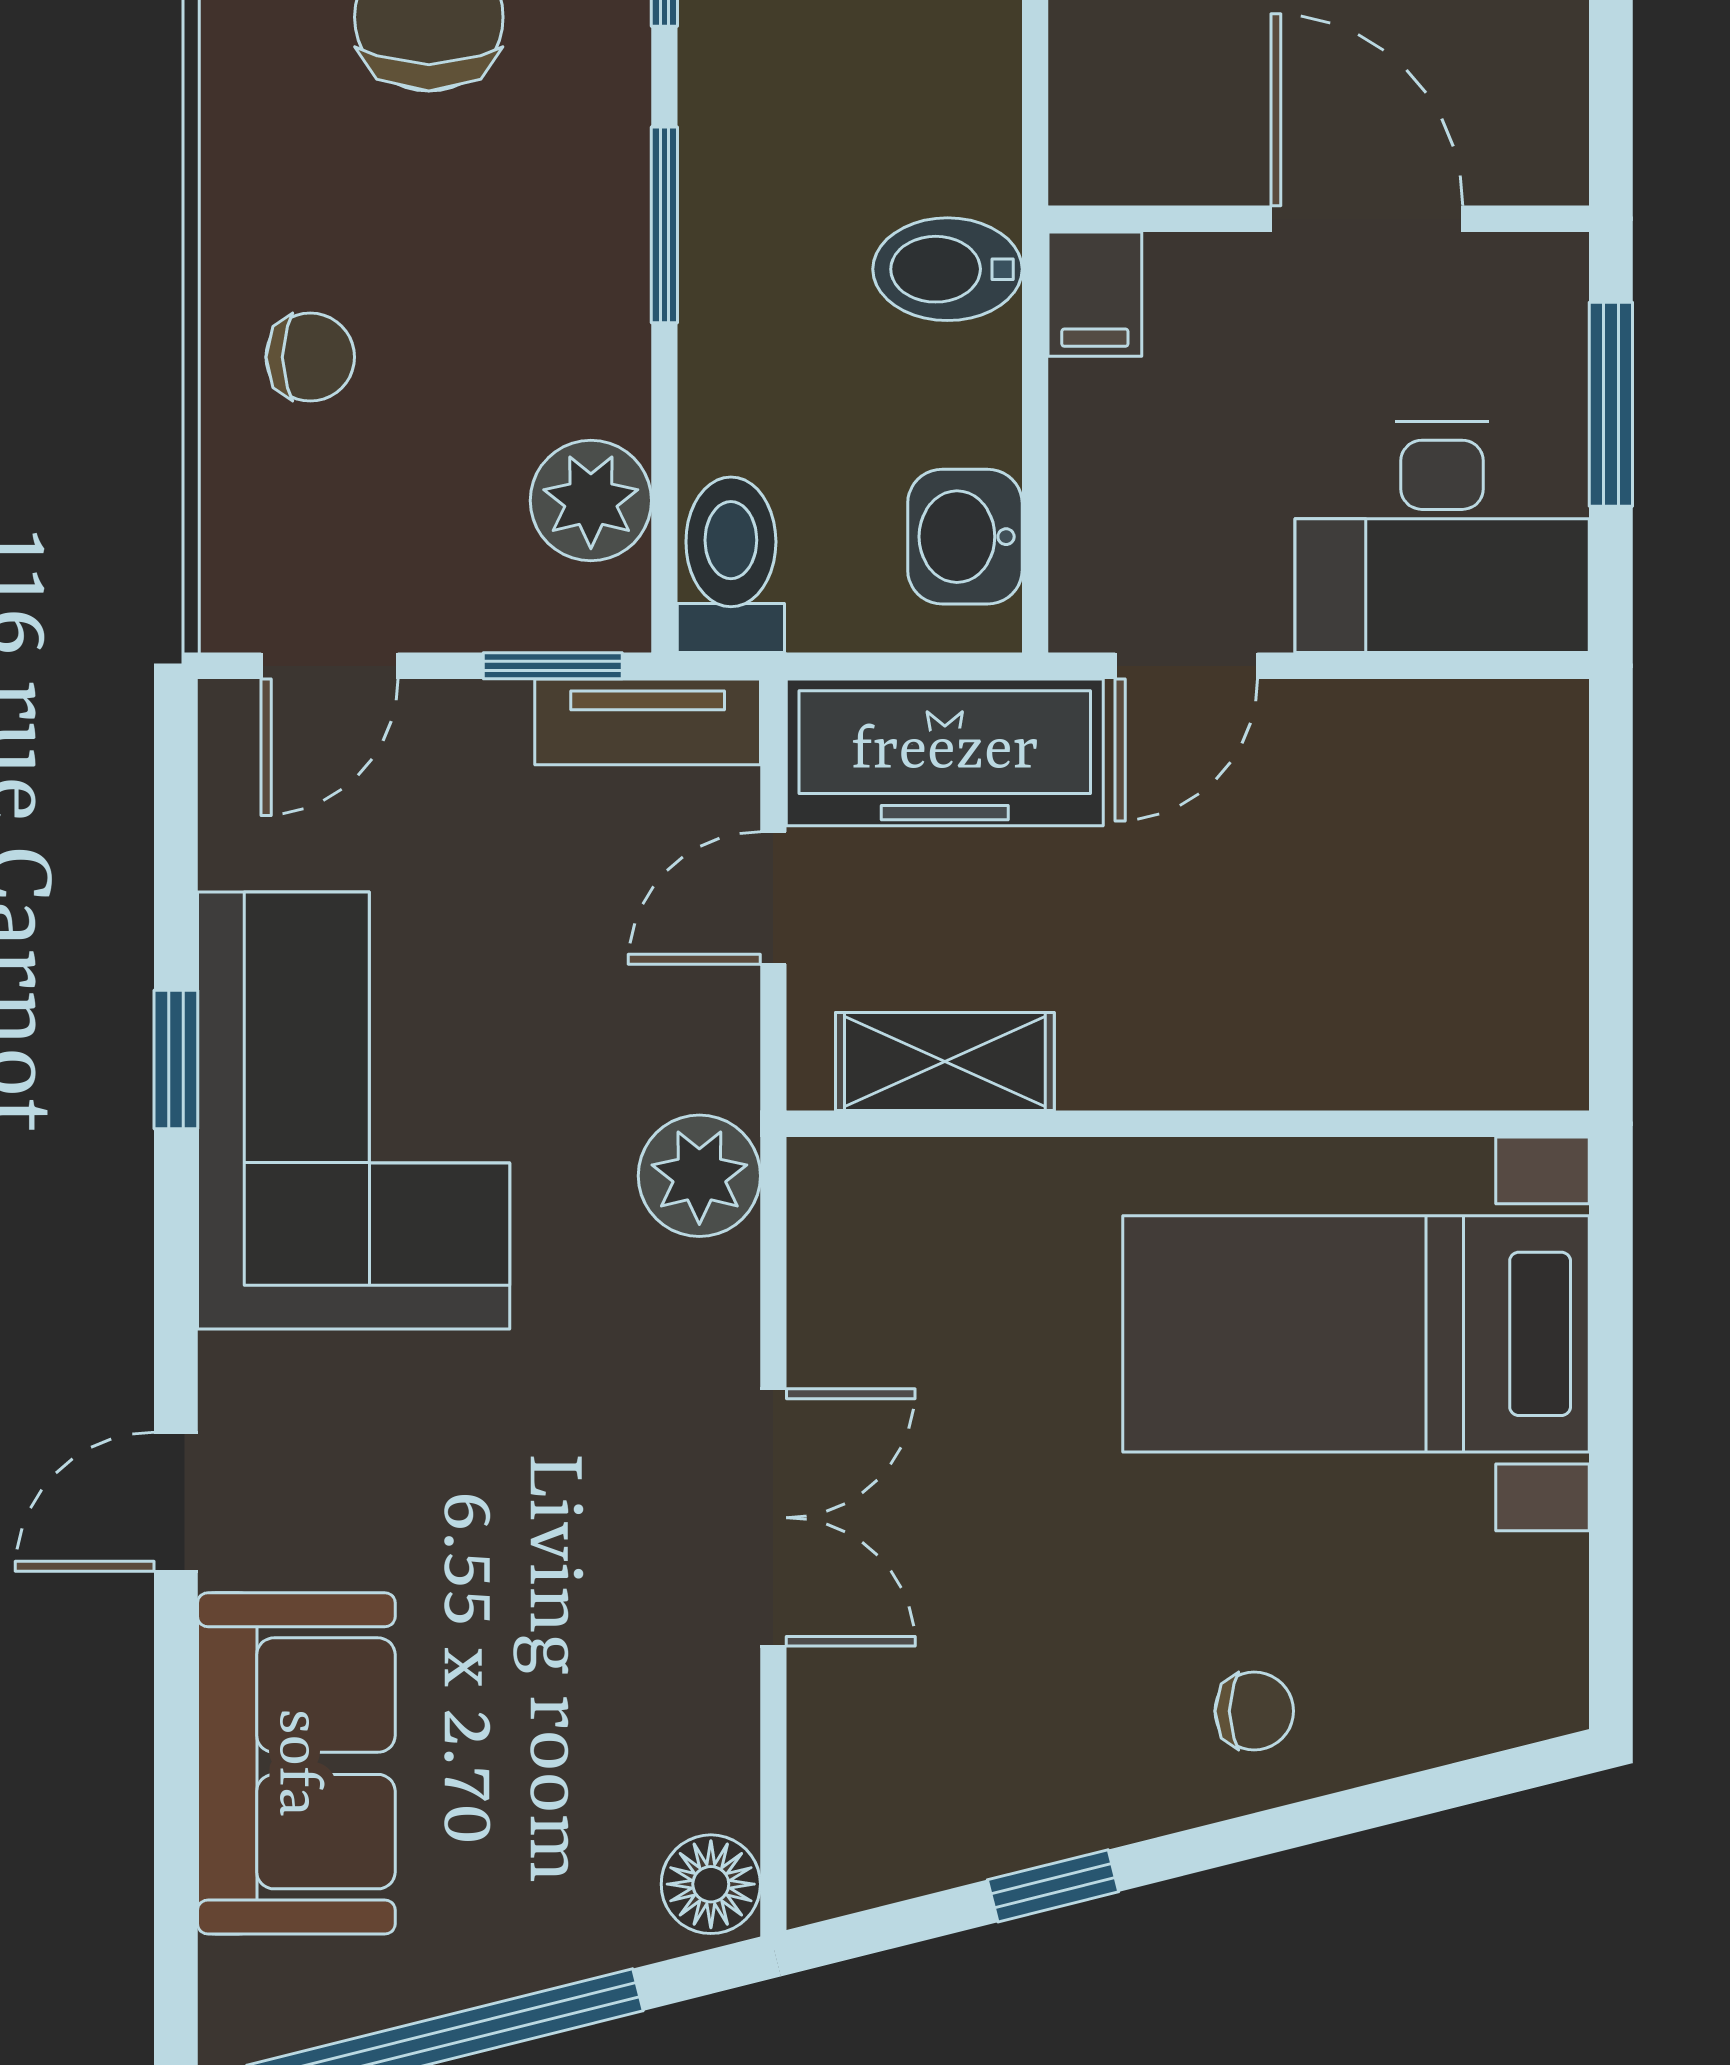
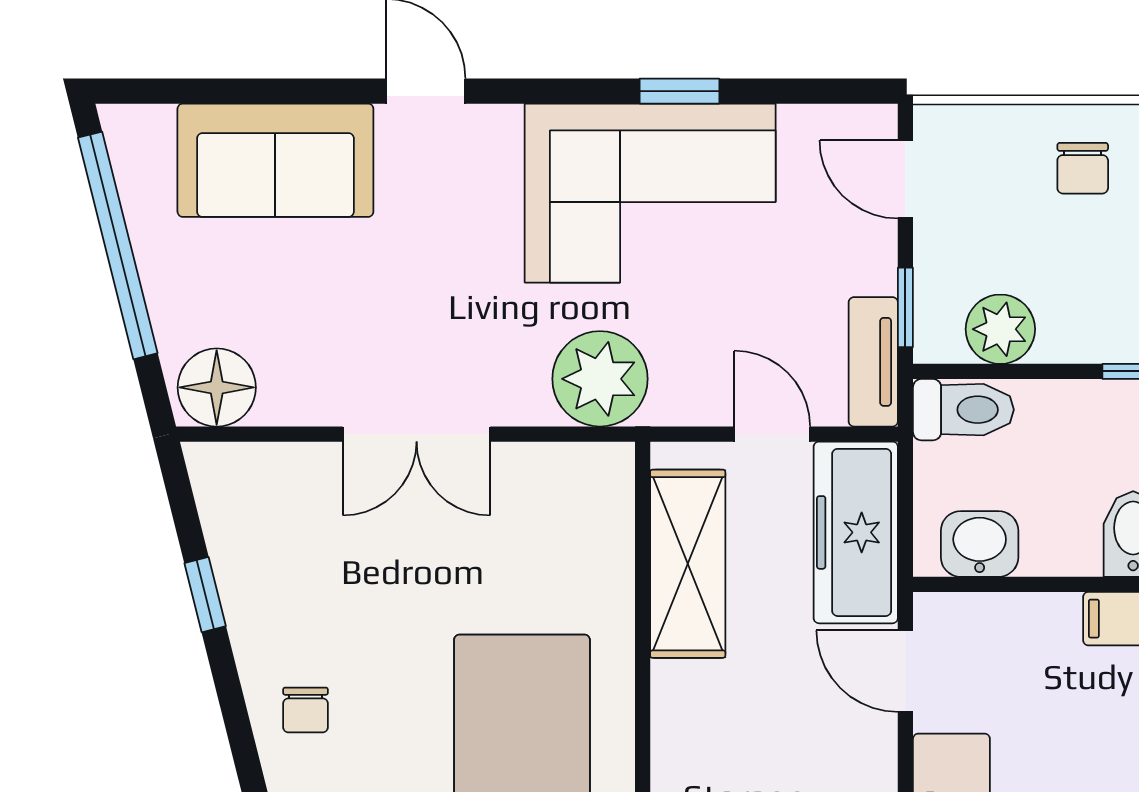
shelving: (945, 1062) -> (688, 564), width x1.50, depth x1.33
plant: (699, 1176) -> (600, 379), width x1.36, depth x1.36
floor lamp: (711, 1884) -> (217, 387), width x1.38, depth x1.38

